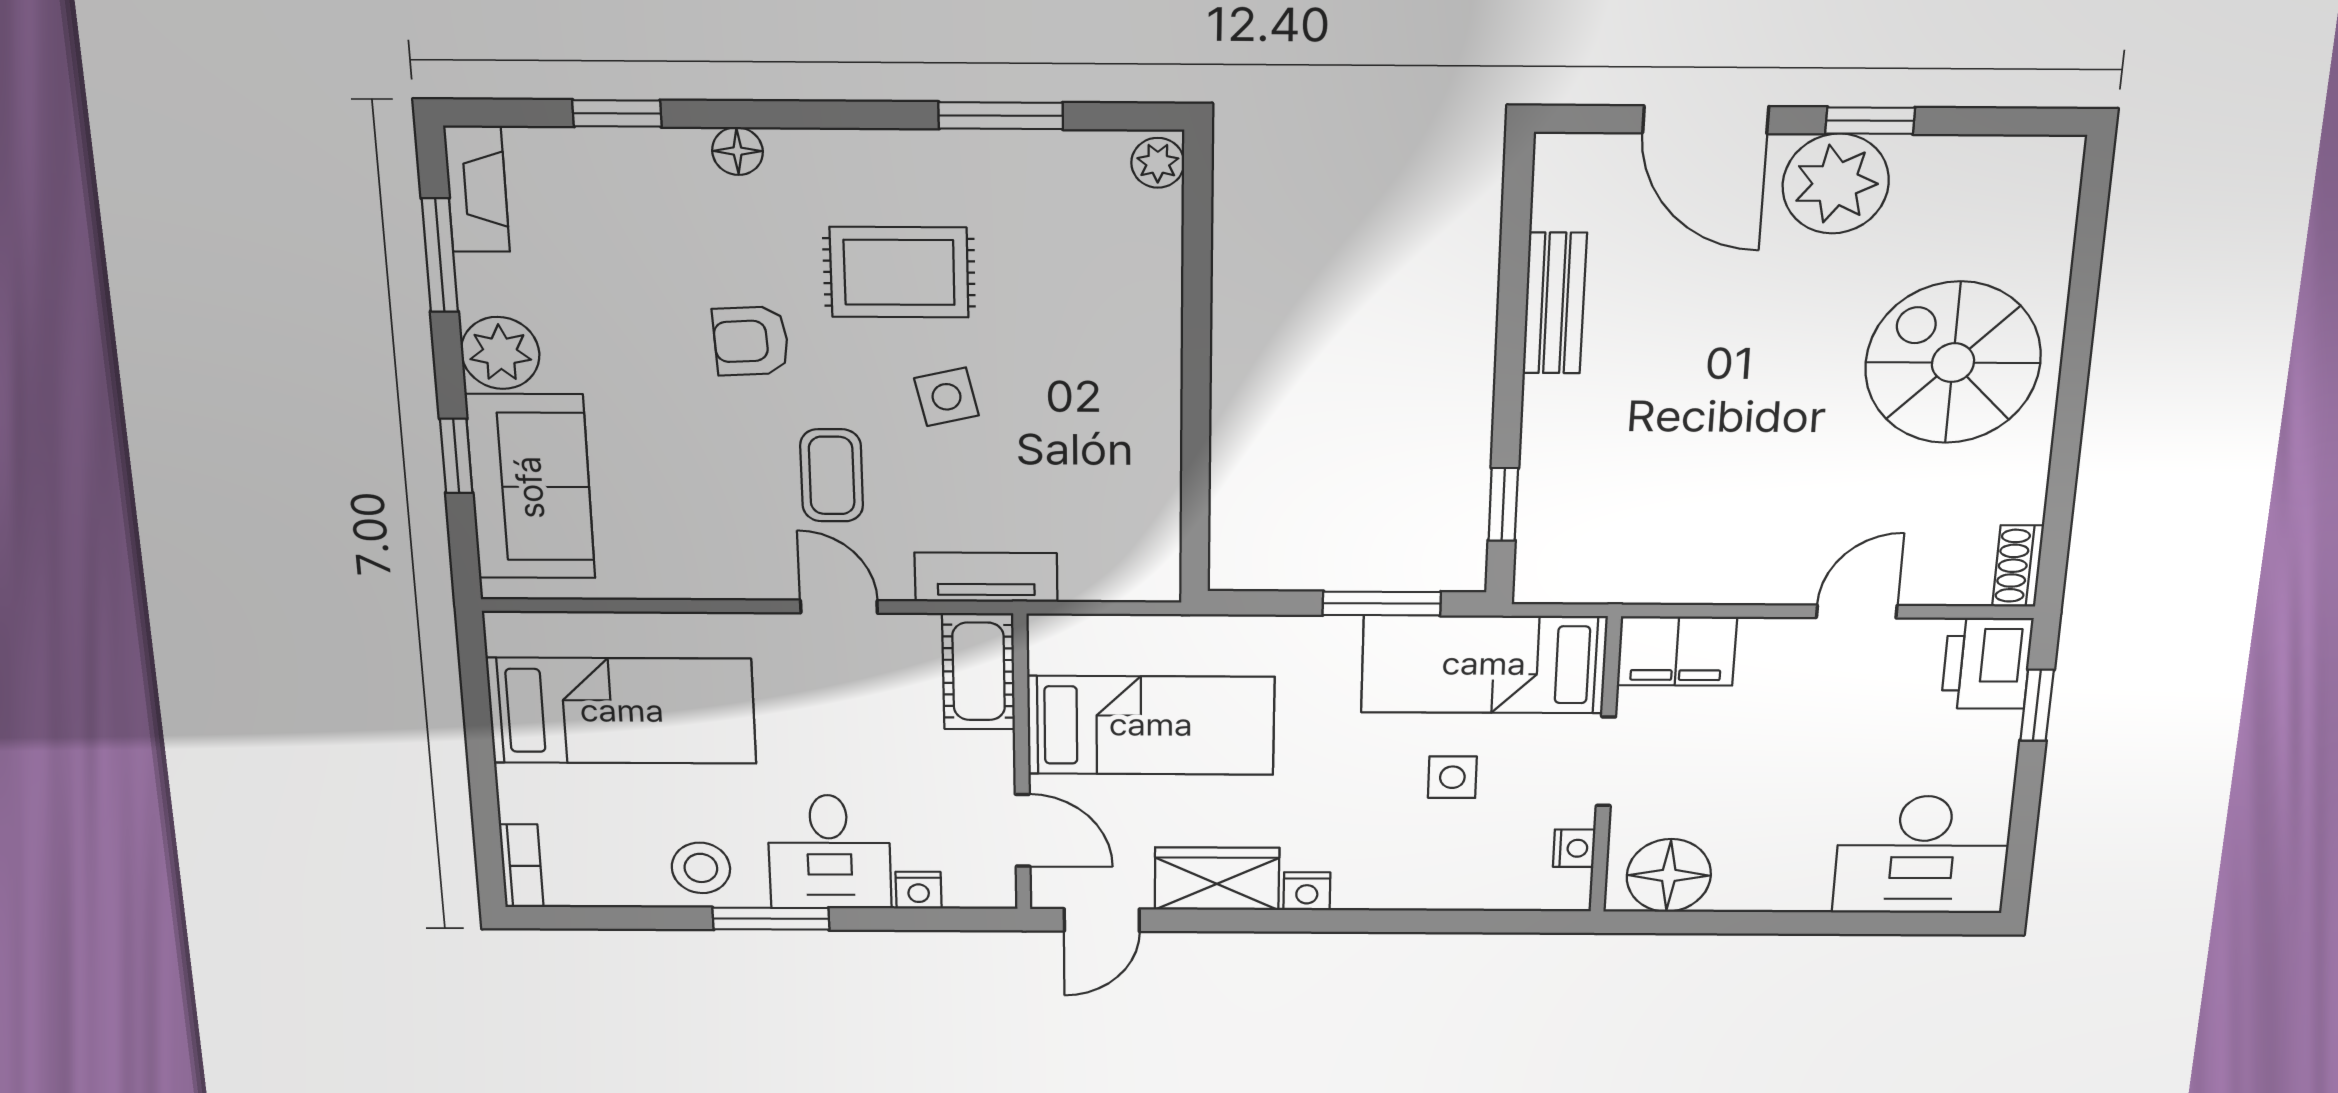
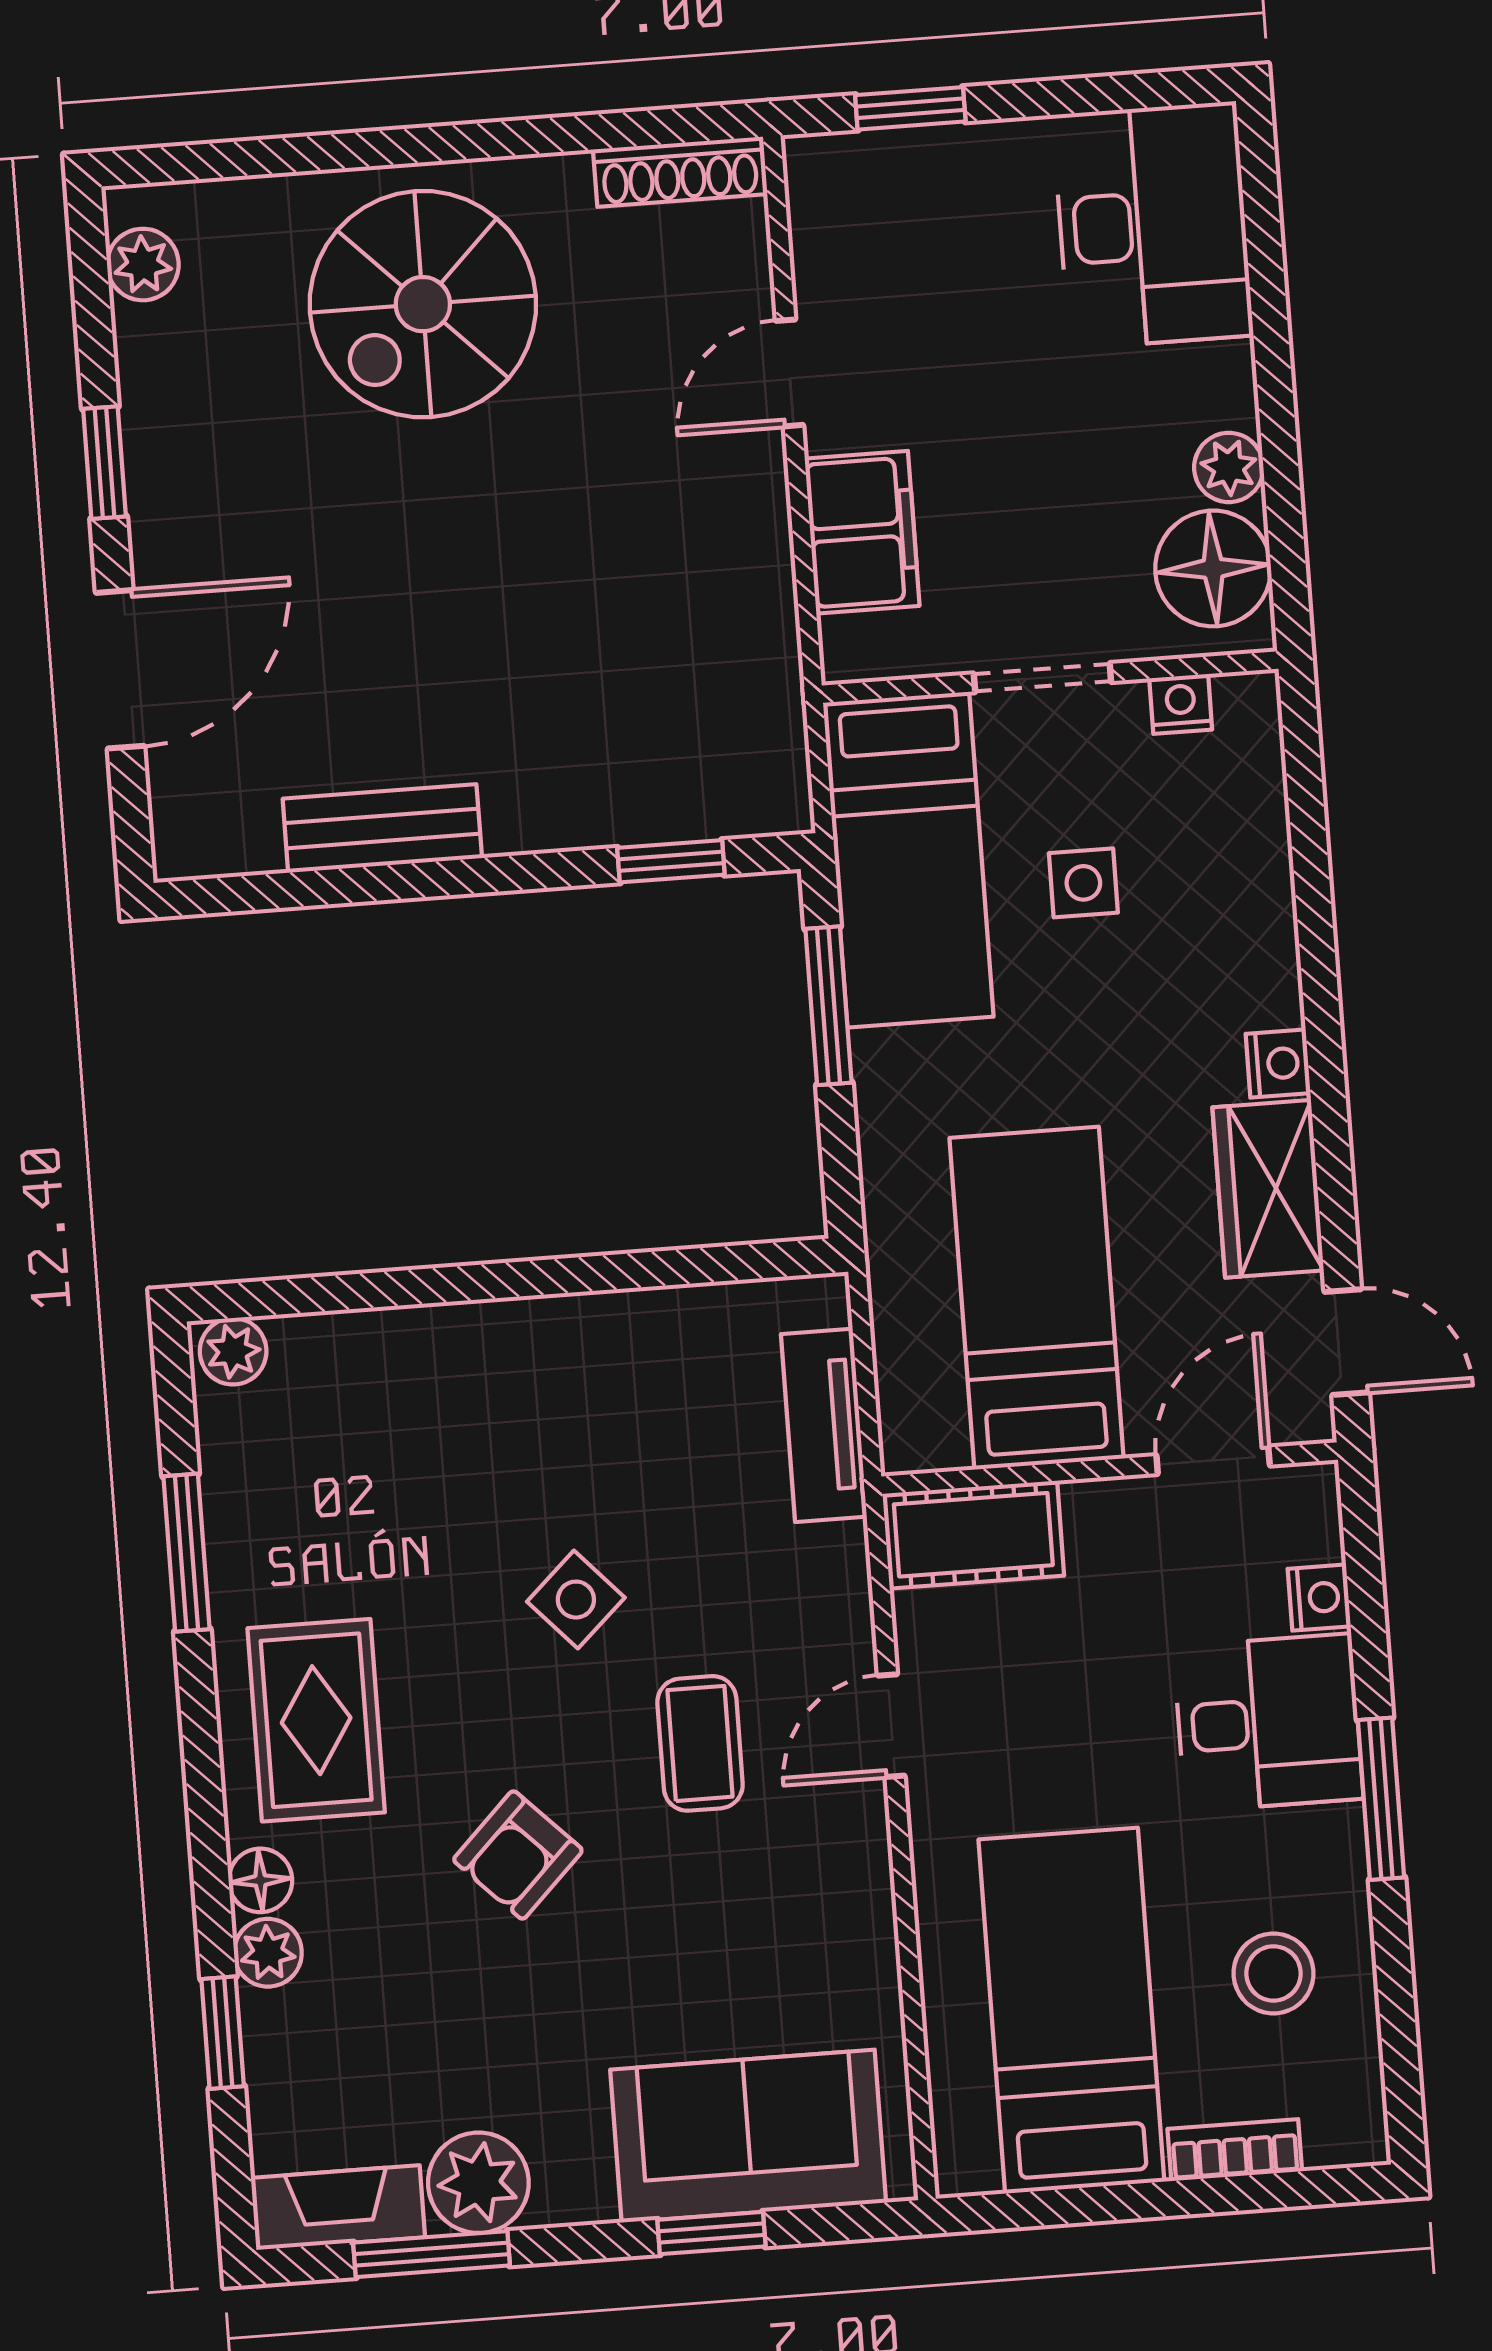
plant: (680, 152) -> (268, 1953), added
plant: (1836, 184) -> (143, 265), moved, width x0.53, depth x0.53
rug: (899, 272) -> (316, 1720), moved
armchair: (751, 341) -> (518, 1855), turned 48
plant: (500, 353) -> (478, 2183), moved
side table: (947, 397) -> (576, 1600), turned -30
coffee table: (832, 475) -> (700, 1743), turned 90
shoe rack: (2018, 566) -> (680, 172), width x1.43
tv unit: (986, 577) -> (824, 1425), moved
door: (1857, 611) -> (790, 373), hinge flipped
filing cabinet: (1677, 651) -> (862, 532), moved
printer: (1987, 663) -> (853, 187), removed
bookcase: (521, 866) -> (1235, 2150), moved
stool: (701, 868) -> (1274, 1973), moved
plant: (1740, 890) -> (1229, 467), added

